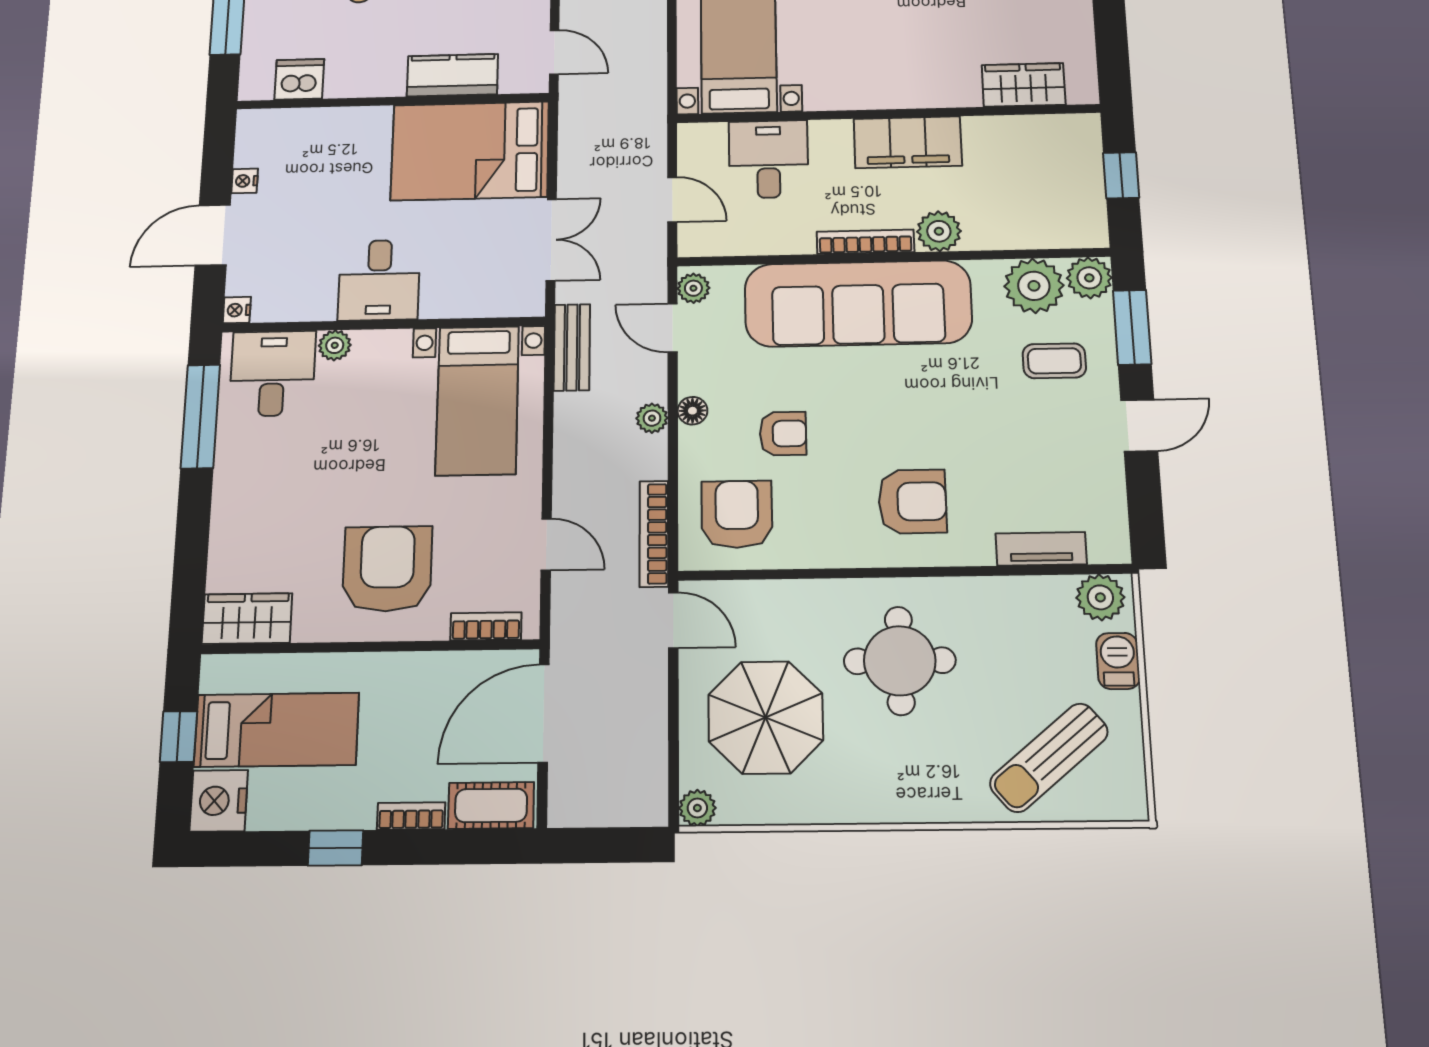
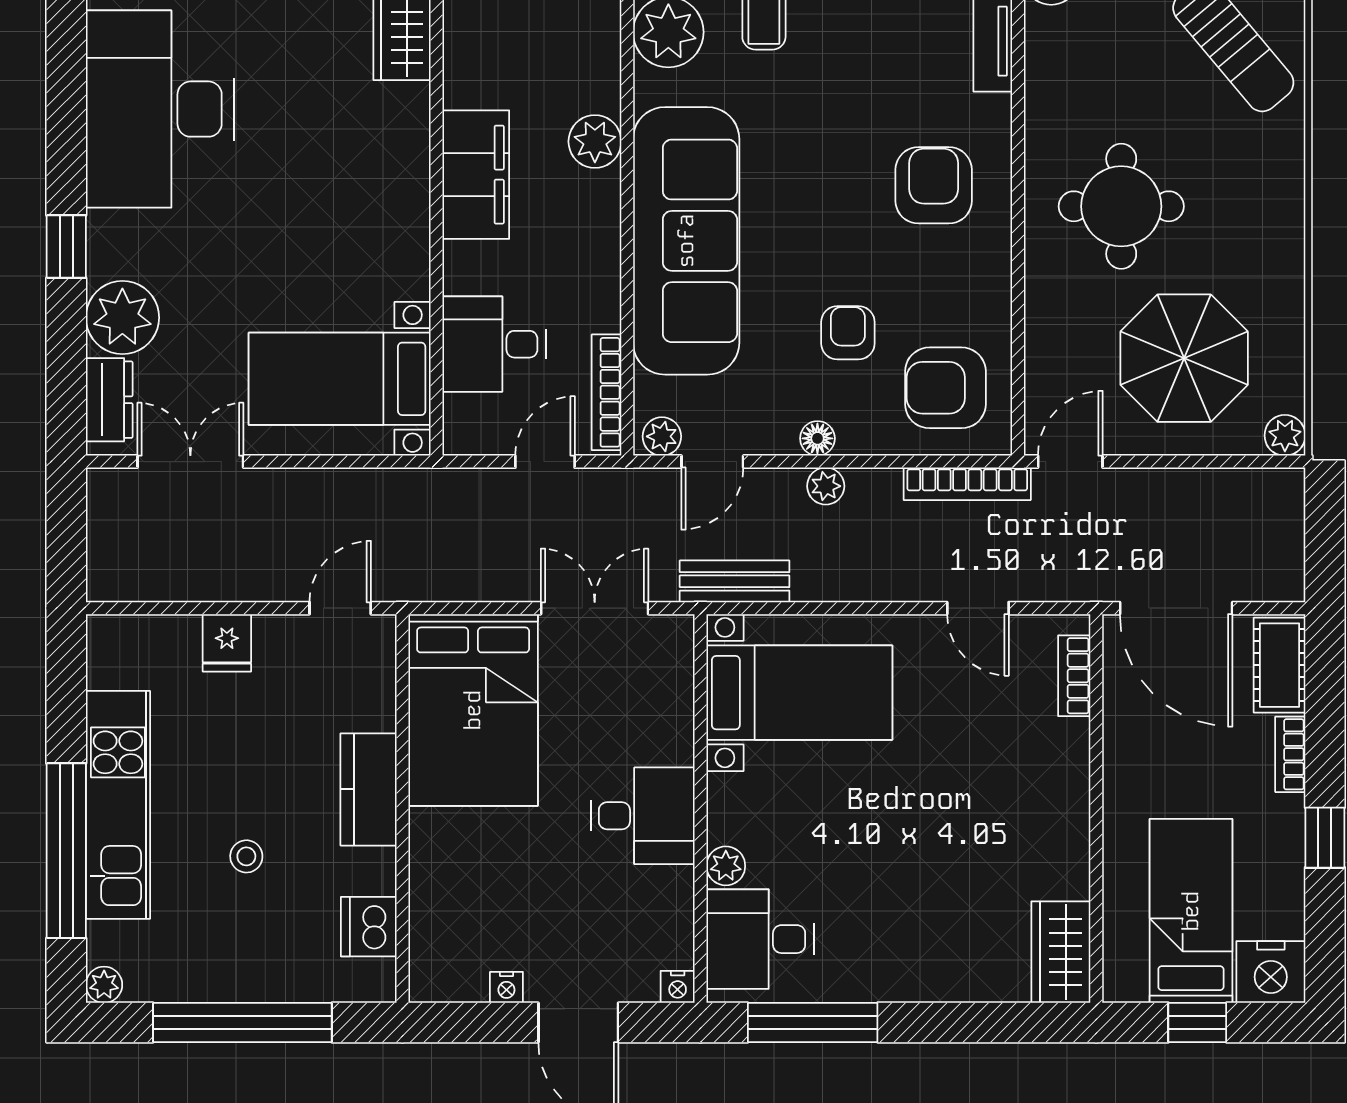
kitchen counter: (452, 75) -> (368, 789), moved
bookcase: (865, 242) -> (606, 392), moved
door: (546, 544) -> (978, 608), swing flipped
armchair: (387, 569) -> (1004, 792), removed

